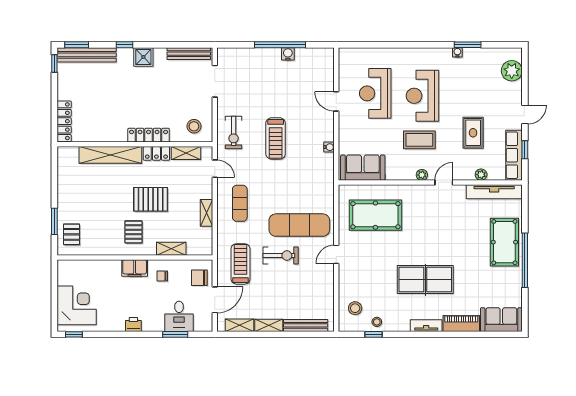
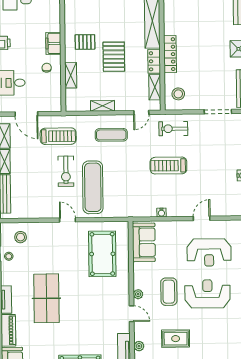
reception desk: (375, 93) -> (209, 252), turned 180
chair: (199, 278) -> (46, 100), removed

